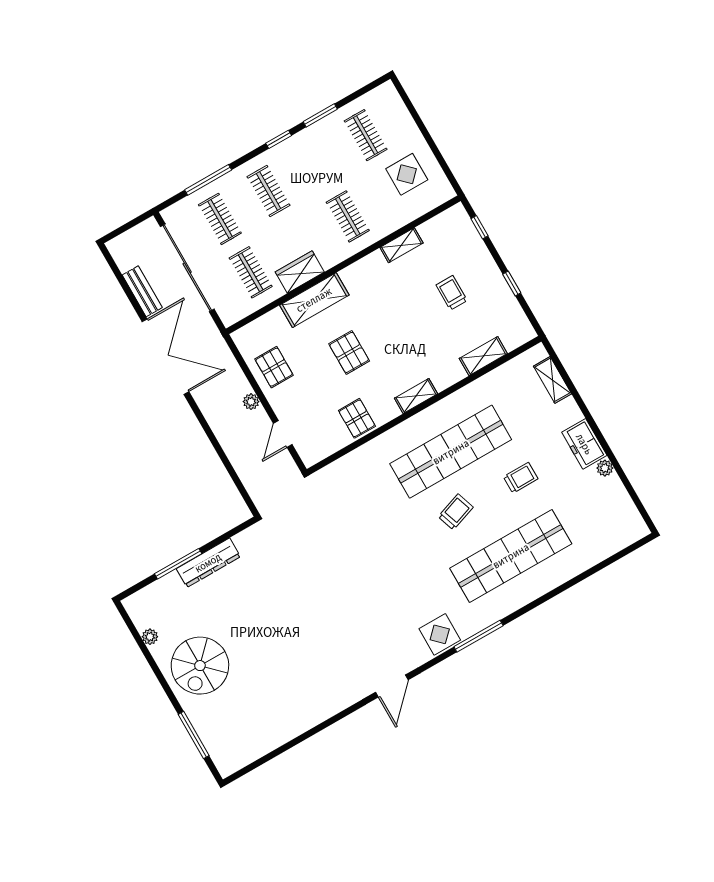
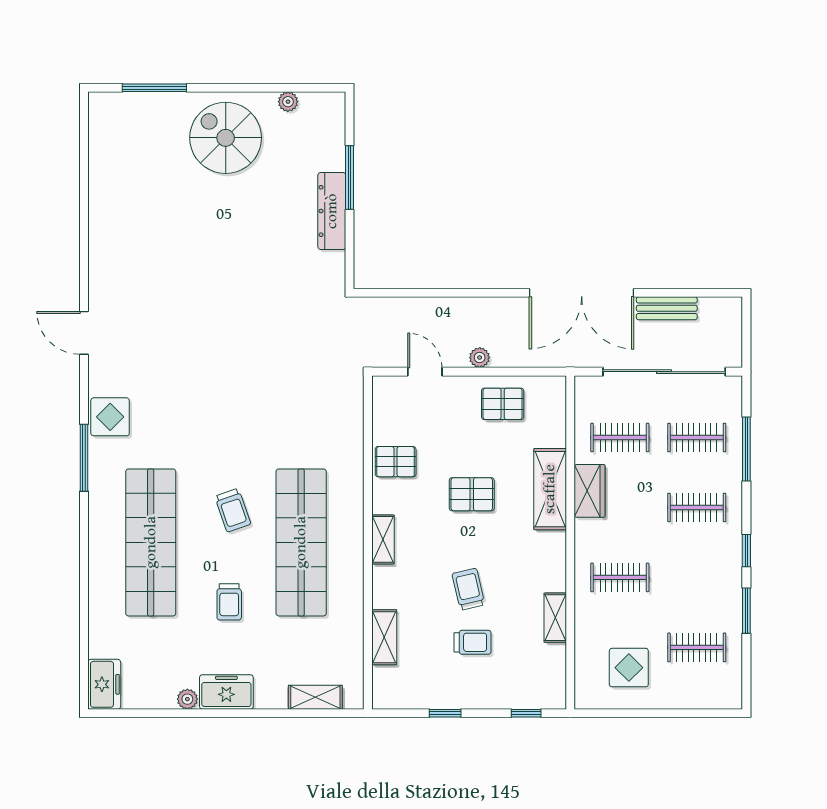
trolley: (416, 317) -> (468, 589), added
freezer: (628, 532) -> (104, 684), added

